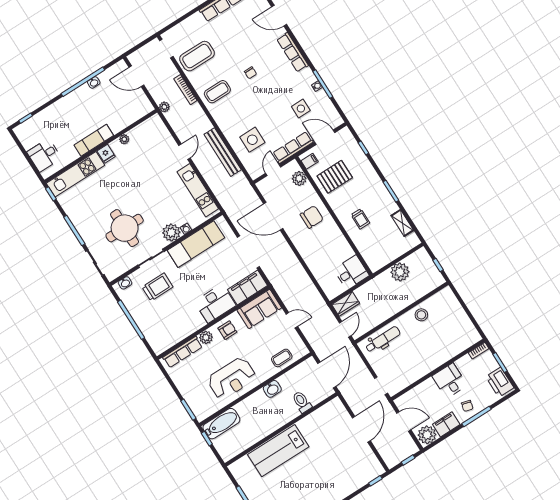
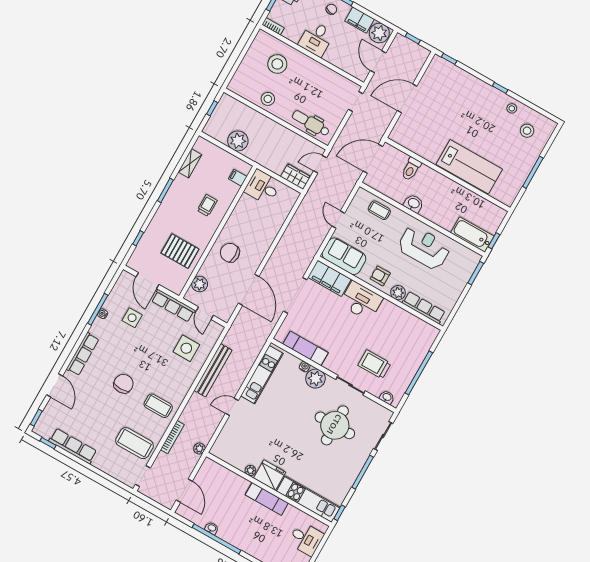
chair: (250, 73) -> (123, 384), width x1.87, depth x1.87
fridge: (106, 154) -> (270, 475), width x1.88, depth x1.34
filing cabinet: (310, 161) -> (238, 178), moved
door: (273, 170) -> (205, 313), hinge flipped
exam couch: (196, 244) -> (306, 348), width x0.73, depth x0.69
stool: (446, 338) -> (277, 64), added

